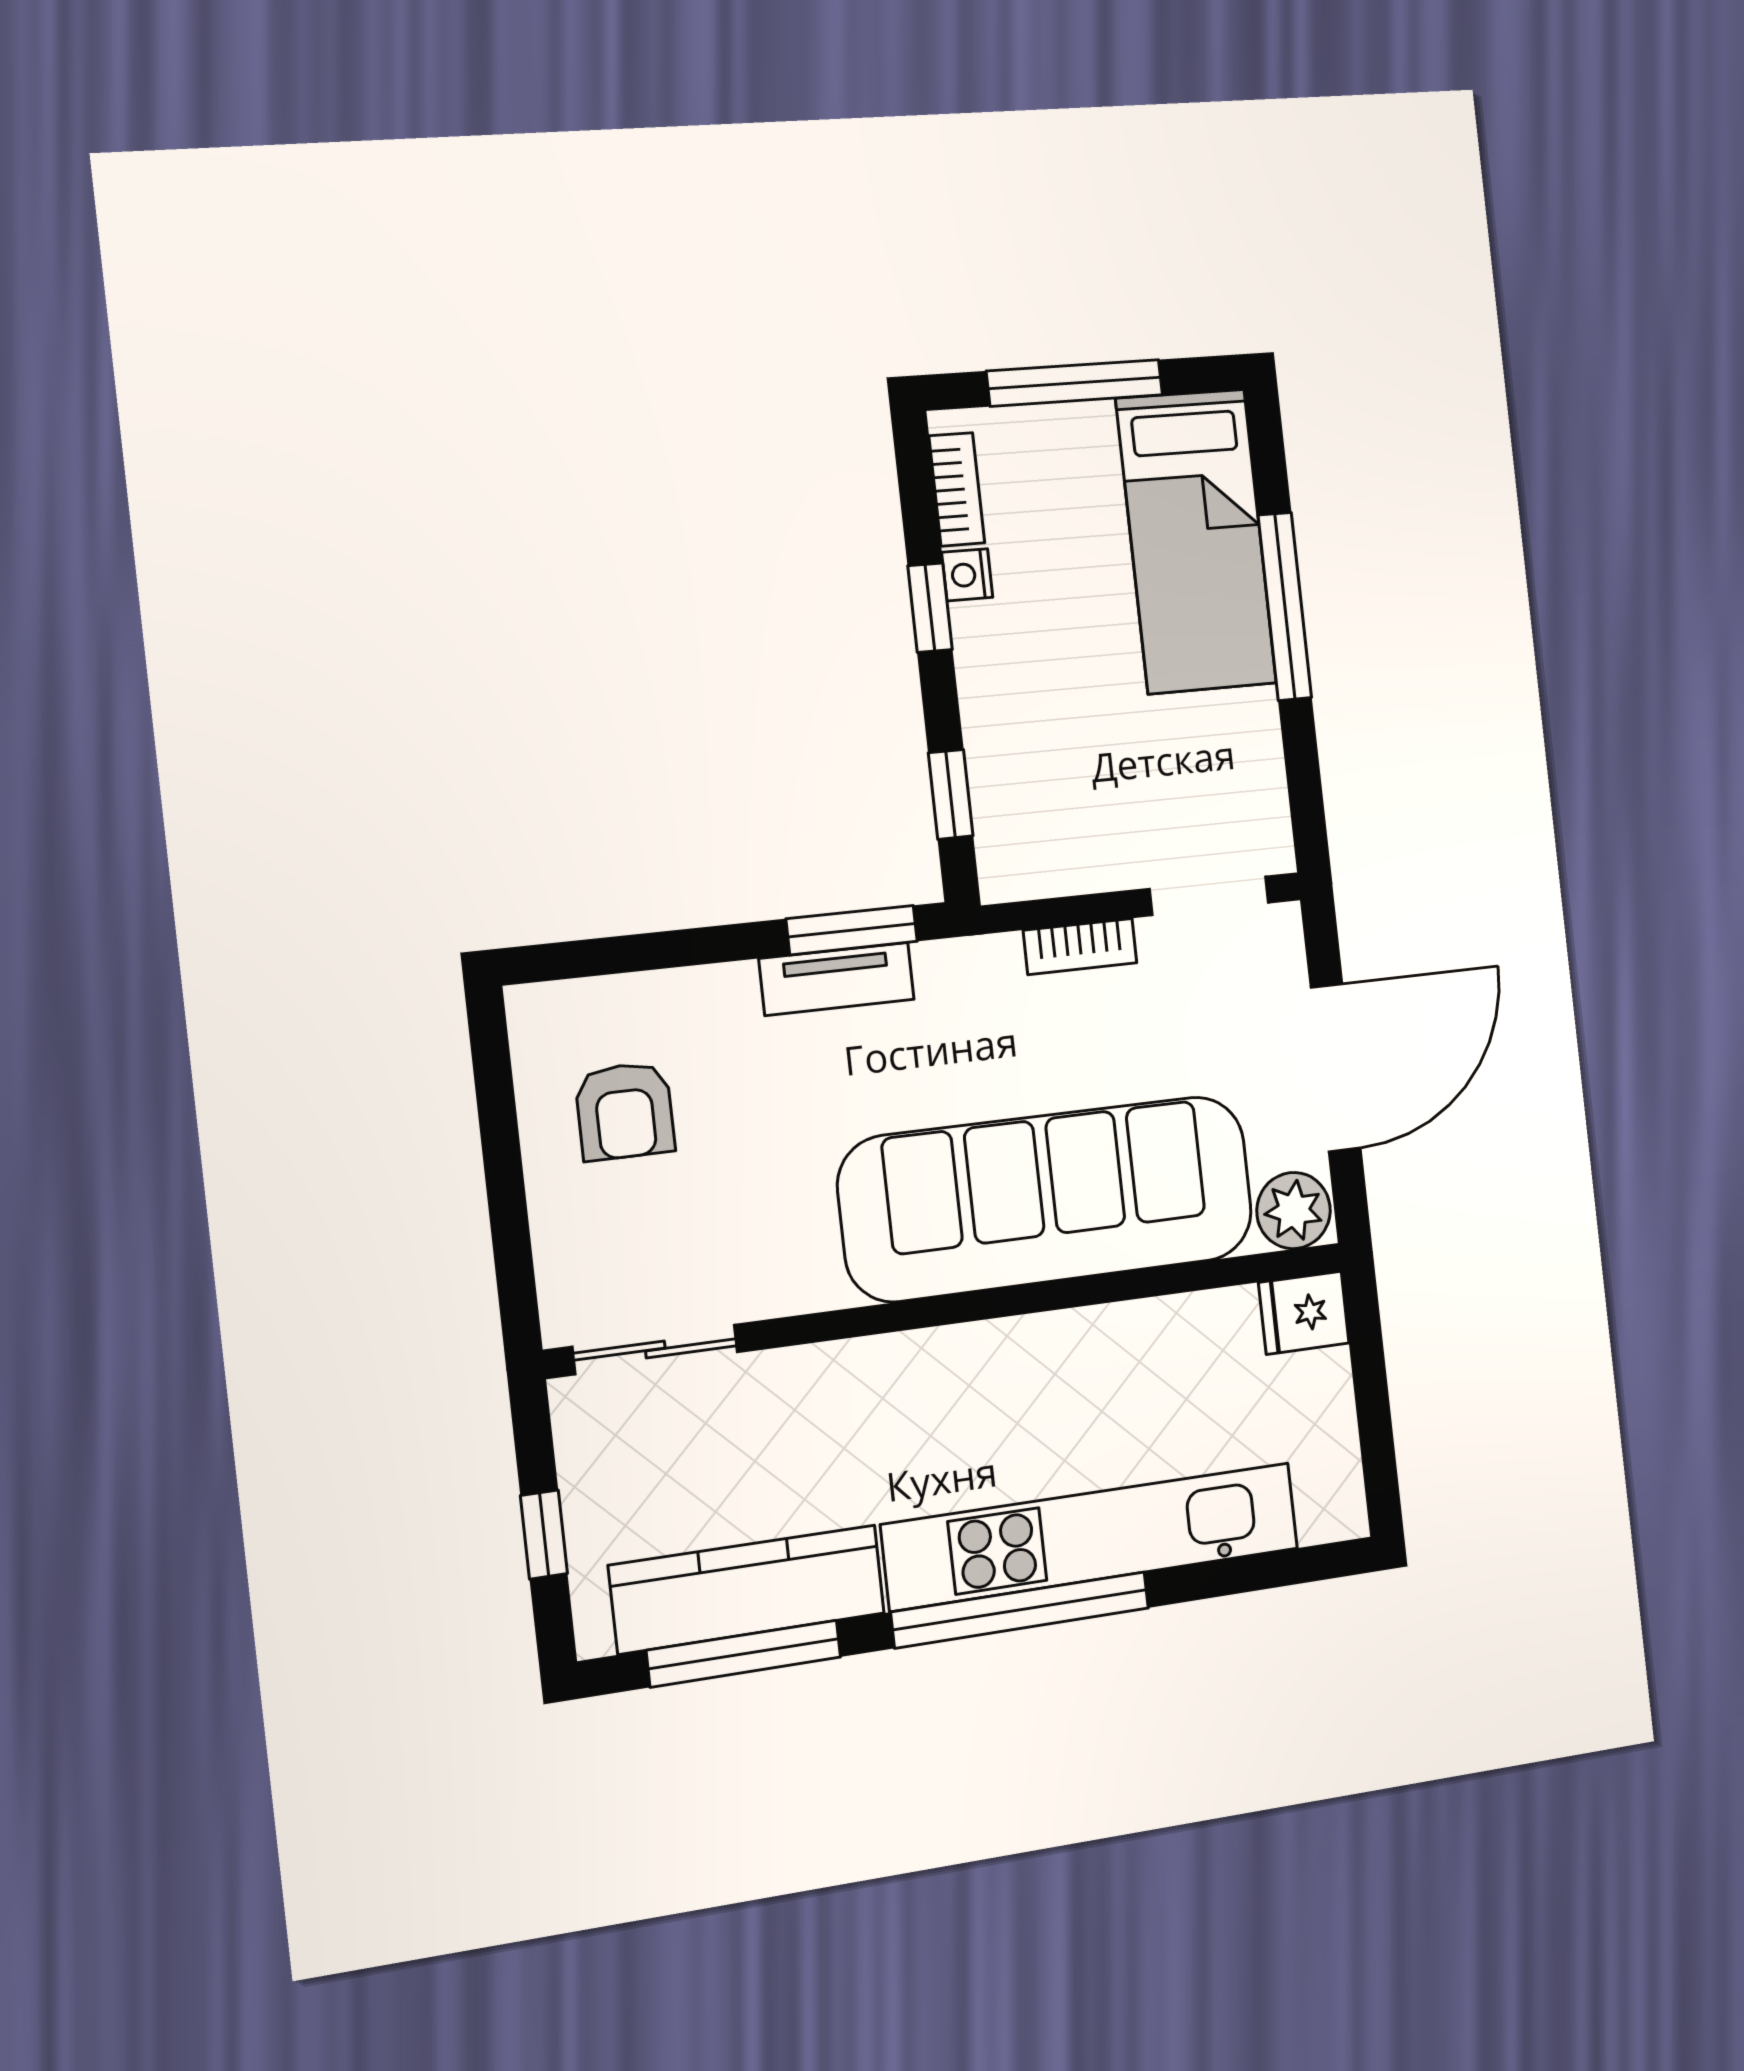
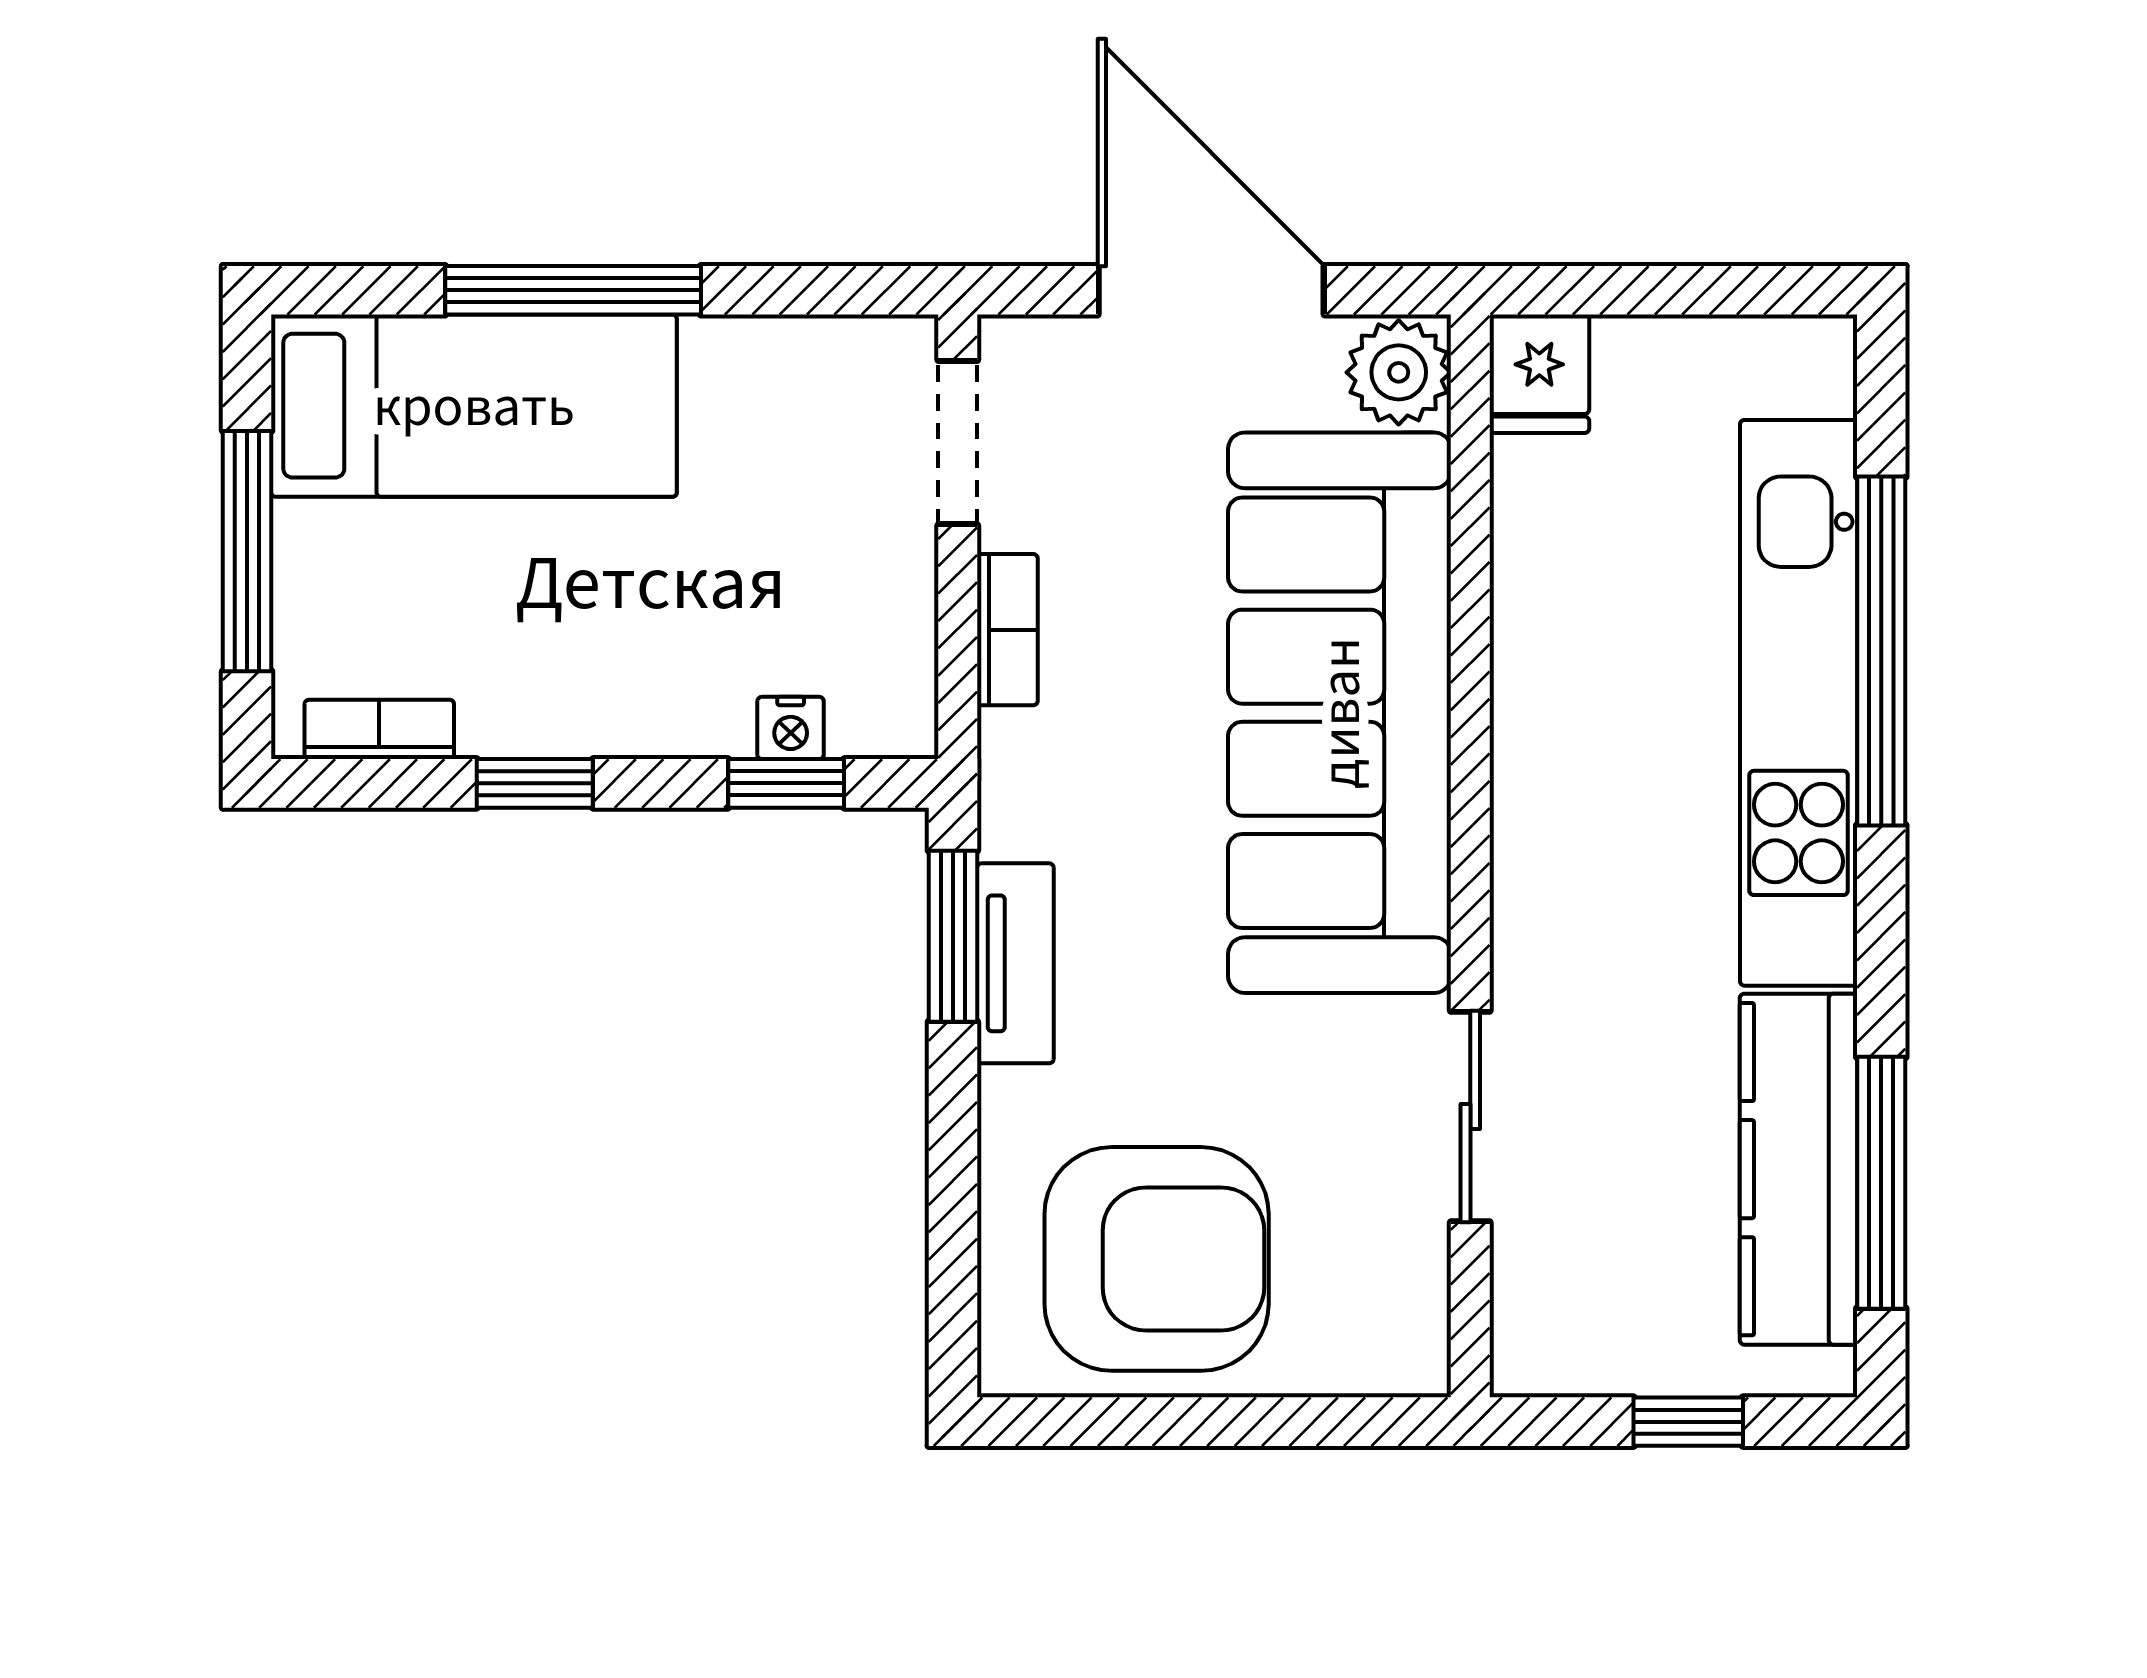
nightstand: (967, 575) -> (791, 728), moved
armchair: (625, 1111) -> (1157, 1259), width x1.88, depth x1.88
sliding door: (655, 1349) -> (1470, 1116), moved
window: (1021, 1610) -> (1881, 651), moved

